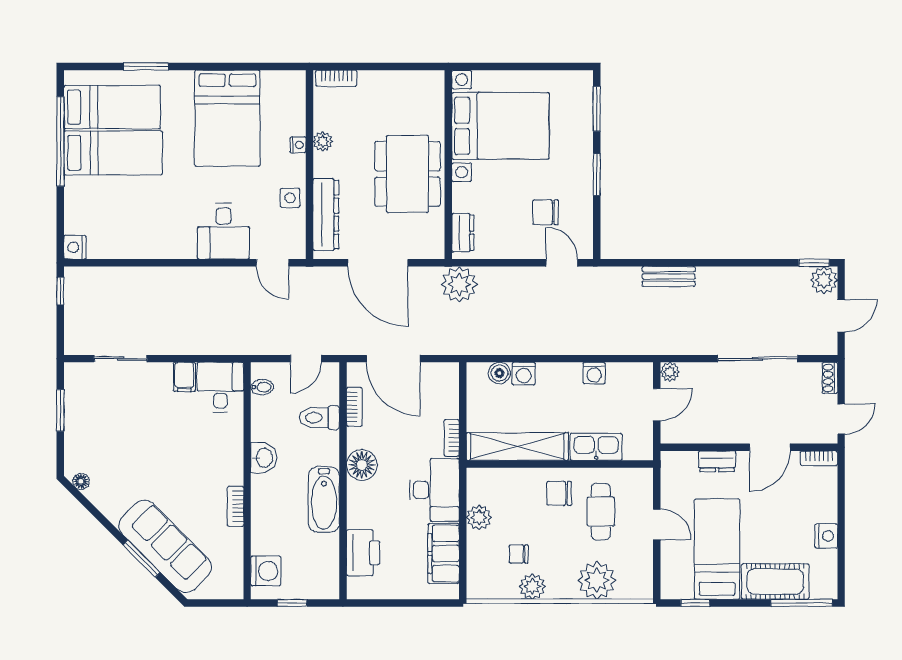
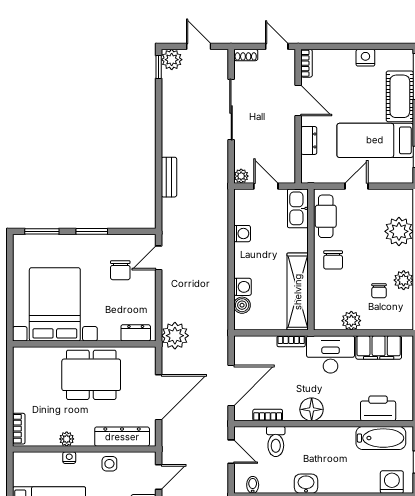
kitchen sink: (596, 447) -> (298, 208), moved
bathtub: (324, 499) -> (381, 438), moved
cafe table: (601, 512) -> (326, 216), moved, turned 90

